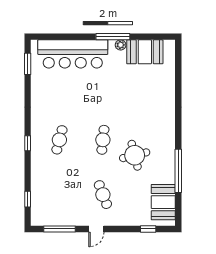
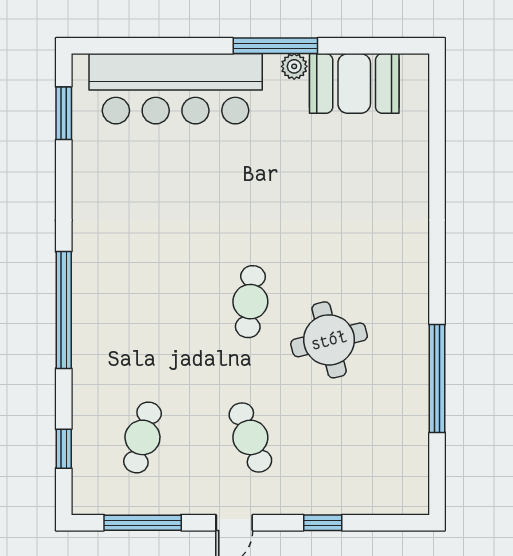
cafe table: (59, 140) -> (142, 437), moved
window: (28, 143) -> (64, 310), width x3.17
booth: (163, 202) -> (400, 456), removed
window: (148, 229) -> (323, 523), moved

